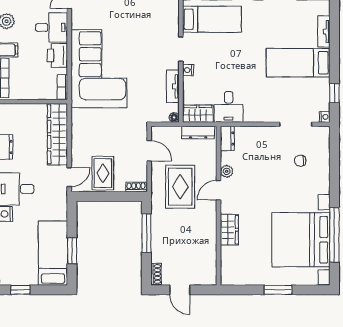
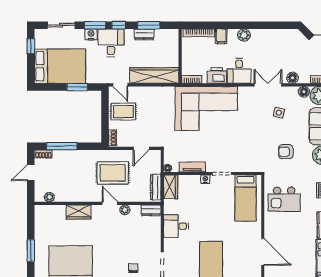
desk: (229, 107) -> (176, 226), moved
window: (146, 233) -> (62, 146), moved
window: (72, 251) -> (77, 87), moved
bed: (53, 253) -> (60, 66), width x1.50
plant: (211, 266) -> (49, 197), added

